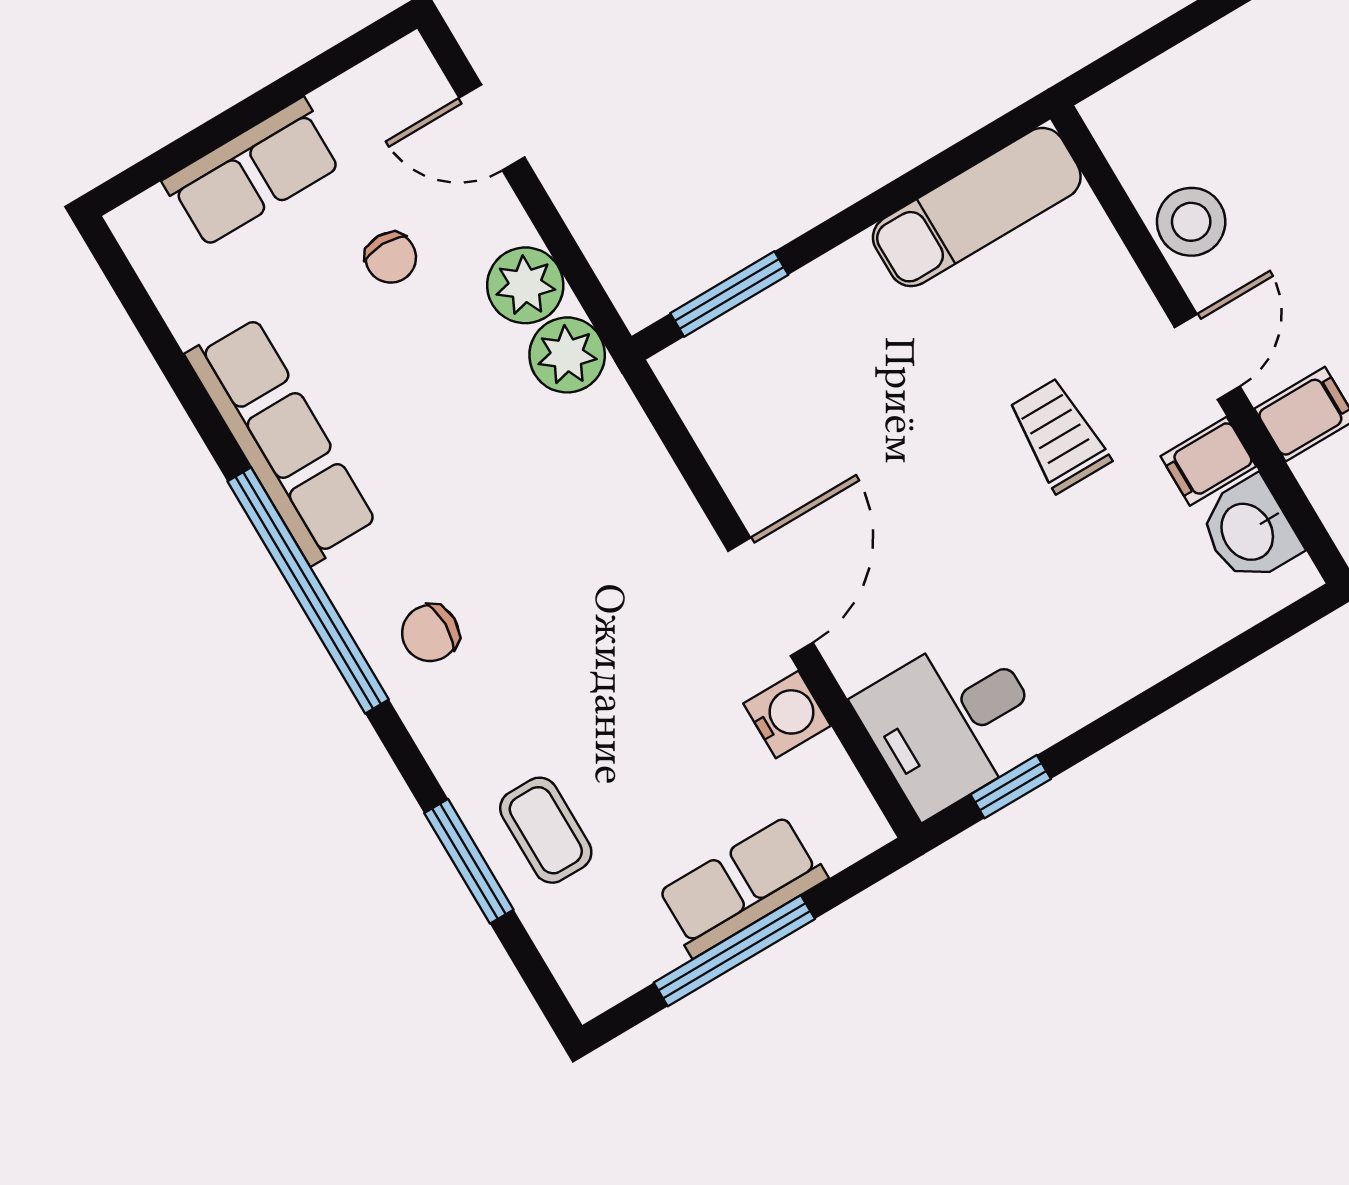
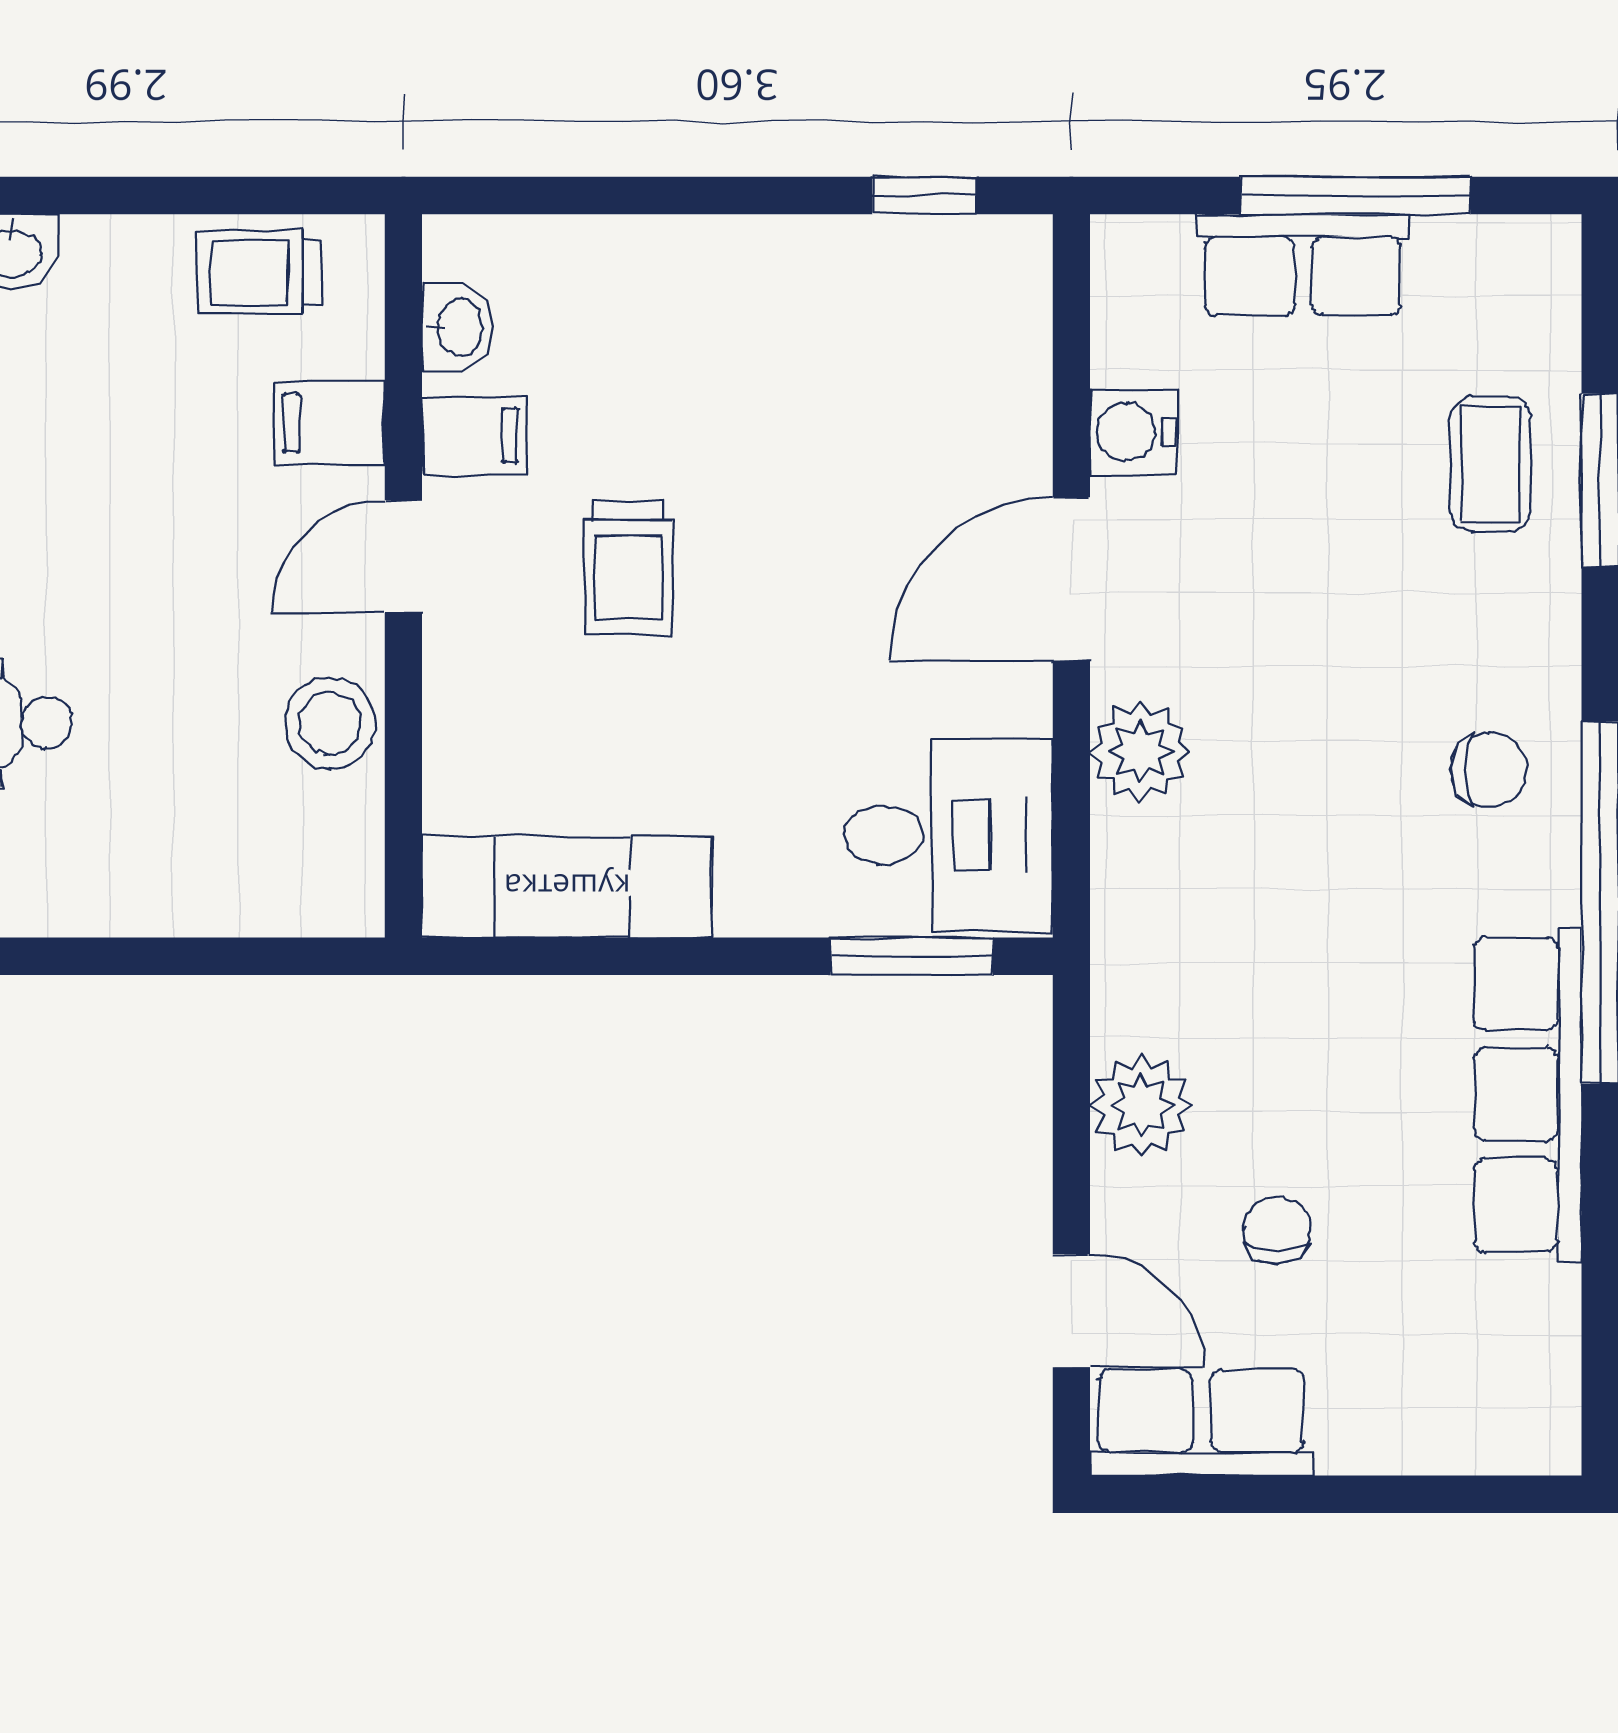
row of seats: (253, 173) -> (1202, 1422), moved
plant: (567, 355) -> (1140, 751), moved
washbasin: (1249, 531) -> (458, 327), width x0.72, depth x0.69
desk: (951, 722) -> (948, 835), moved

